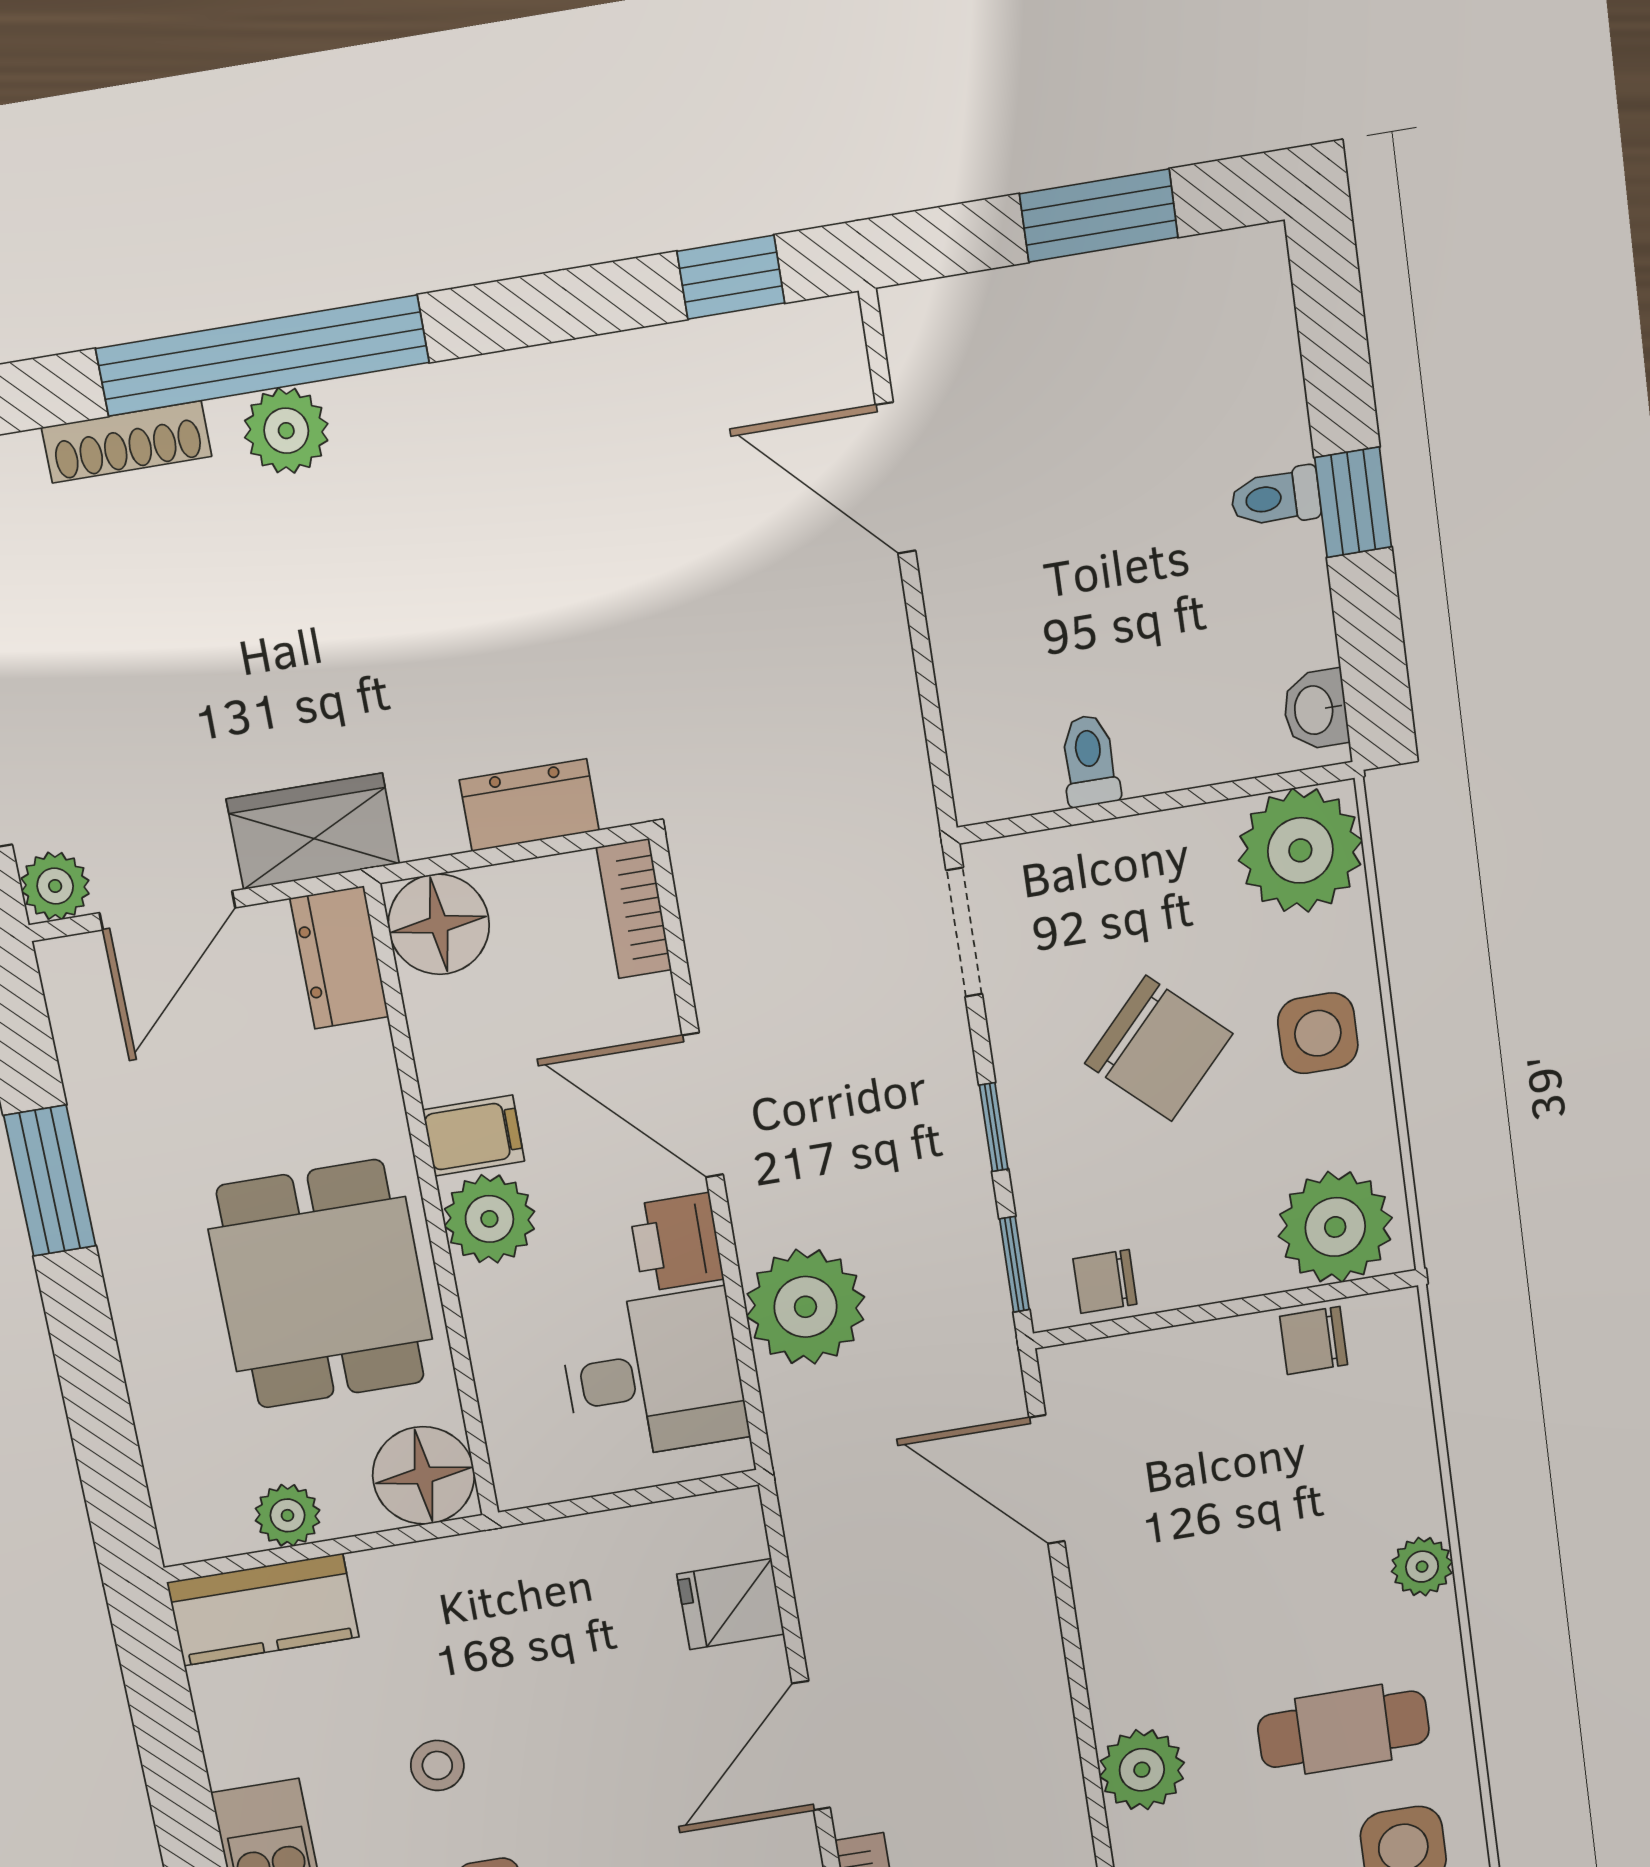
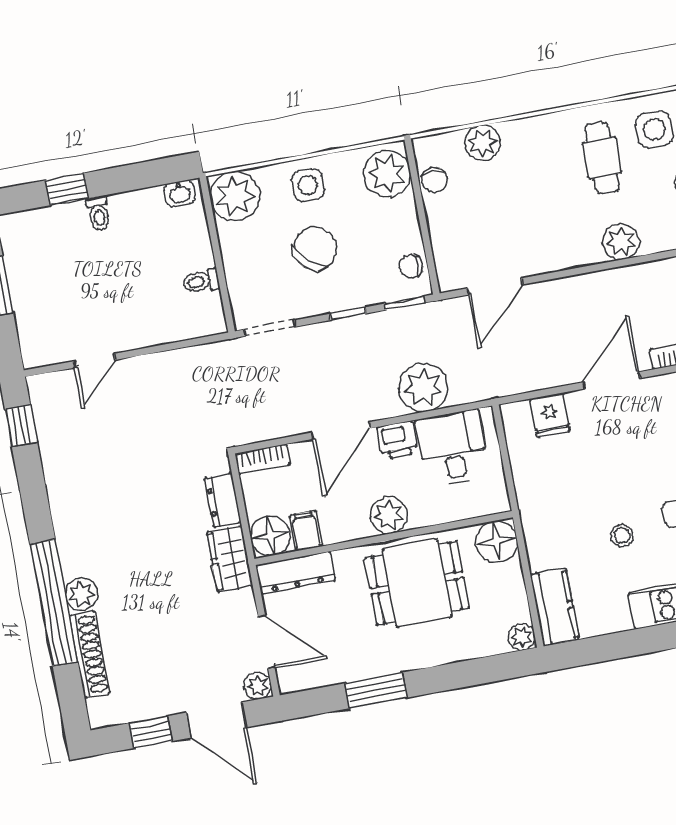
shoe rack: (127, 442) -> (89, 655), width x1.36, depth x1.24
door: (896, 478) -> (94, 361), width x0.73
window: (1353, 502) -> (67, 189), moved
wardrobe: (313, 831) -> (230, 559), moved
dresser: (339, 958) -> (295, 573), width x1.44
filing cabinet: (474, 1136) -> (306, 531), moved
chair: (1105, 1281) -> (411, 266), turned 90
plant: (288, 1515) -> (522, 637), moved
plant: (1422, 1567) -> (482, 143), moved, width x1.38, depth x1.38
door: (811, 1746) -> (612, 380), swing flipped

